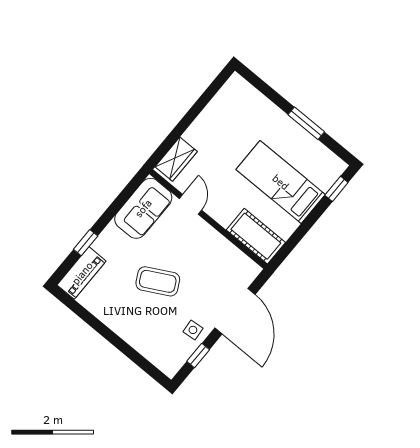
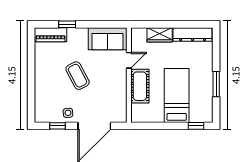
dresser: (223, 102) -> (193, 34), added
wardrobe: (176, 159) -> (160, 35), moved
cot: (256, 236) -> (140, 86), moved

